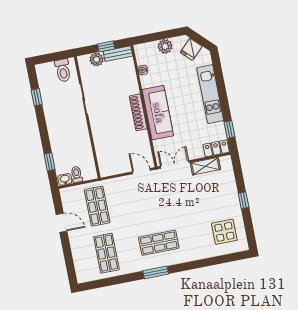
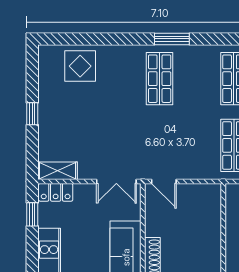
shelving: (205, 166) -> (58, 171), moved
display table: (224, 232) -> (80, 66), moved
shop shelf: (159, 243) -> (160, 79), turned 90

